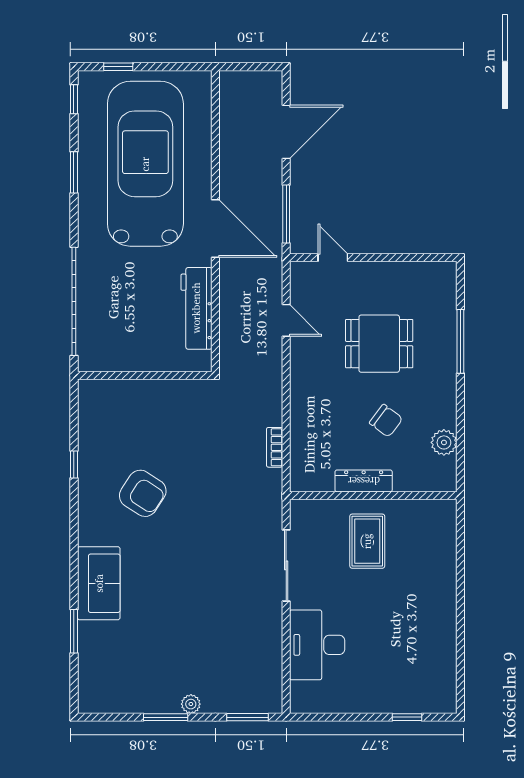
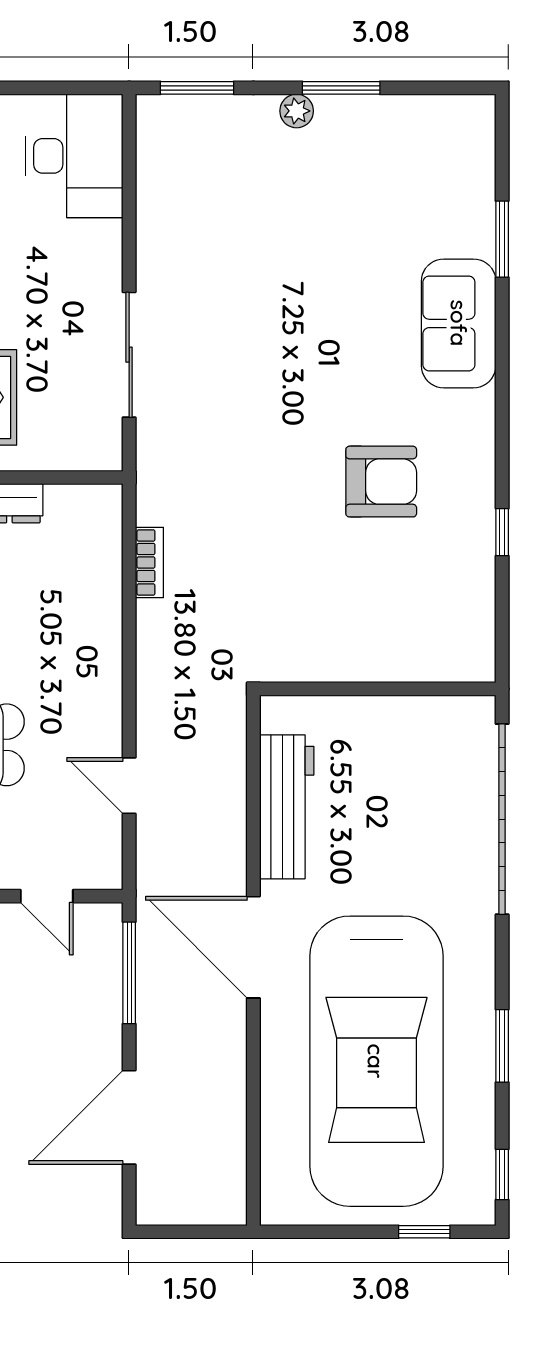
armchair: (143, 493) -> (381, 482), turned 147
desk: (317, 645) -> (74, 156), moved

